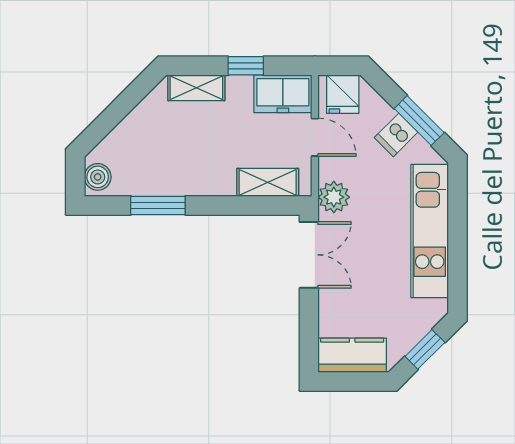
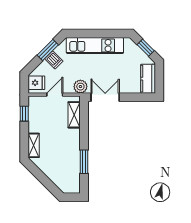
window: (246, 66) -> (24, 114), moved
freezer: (283, 94) -> (36, 108), removed
boiler: (98, 177) -> (72, 188), removed

